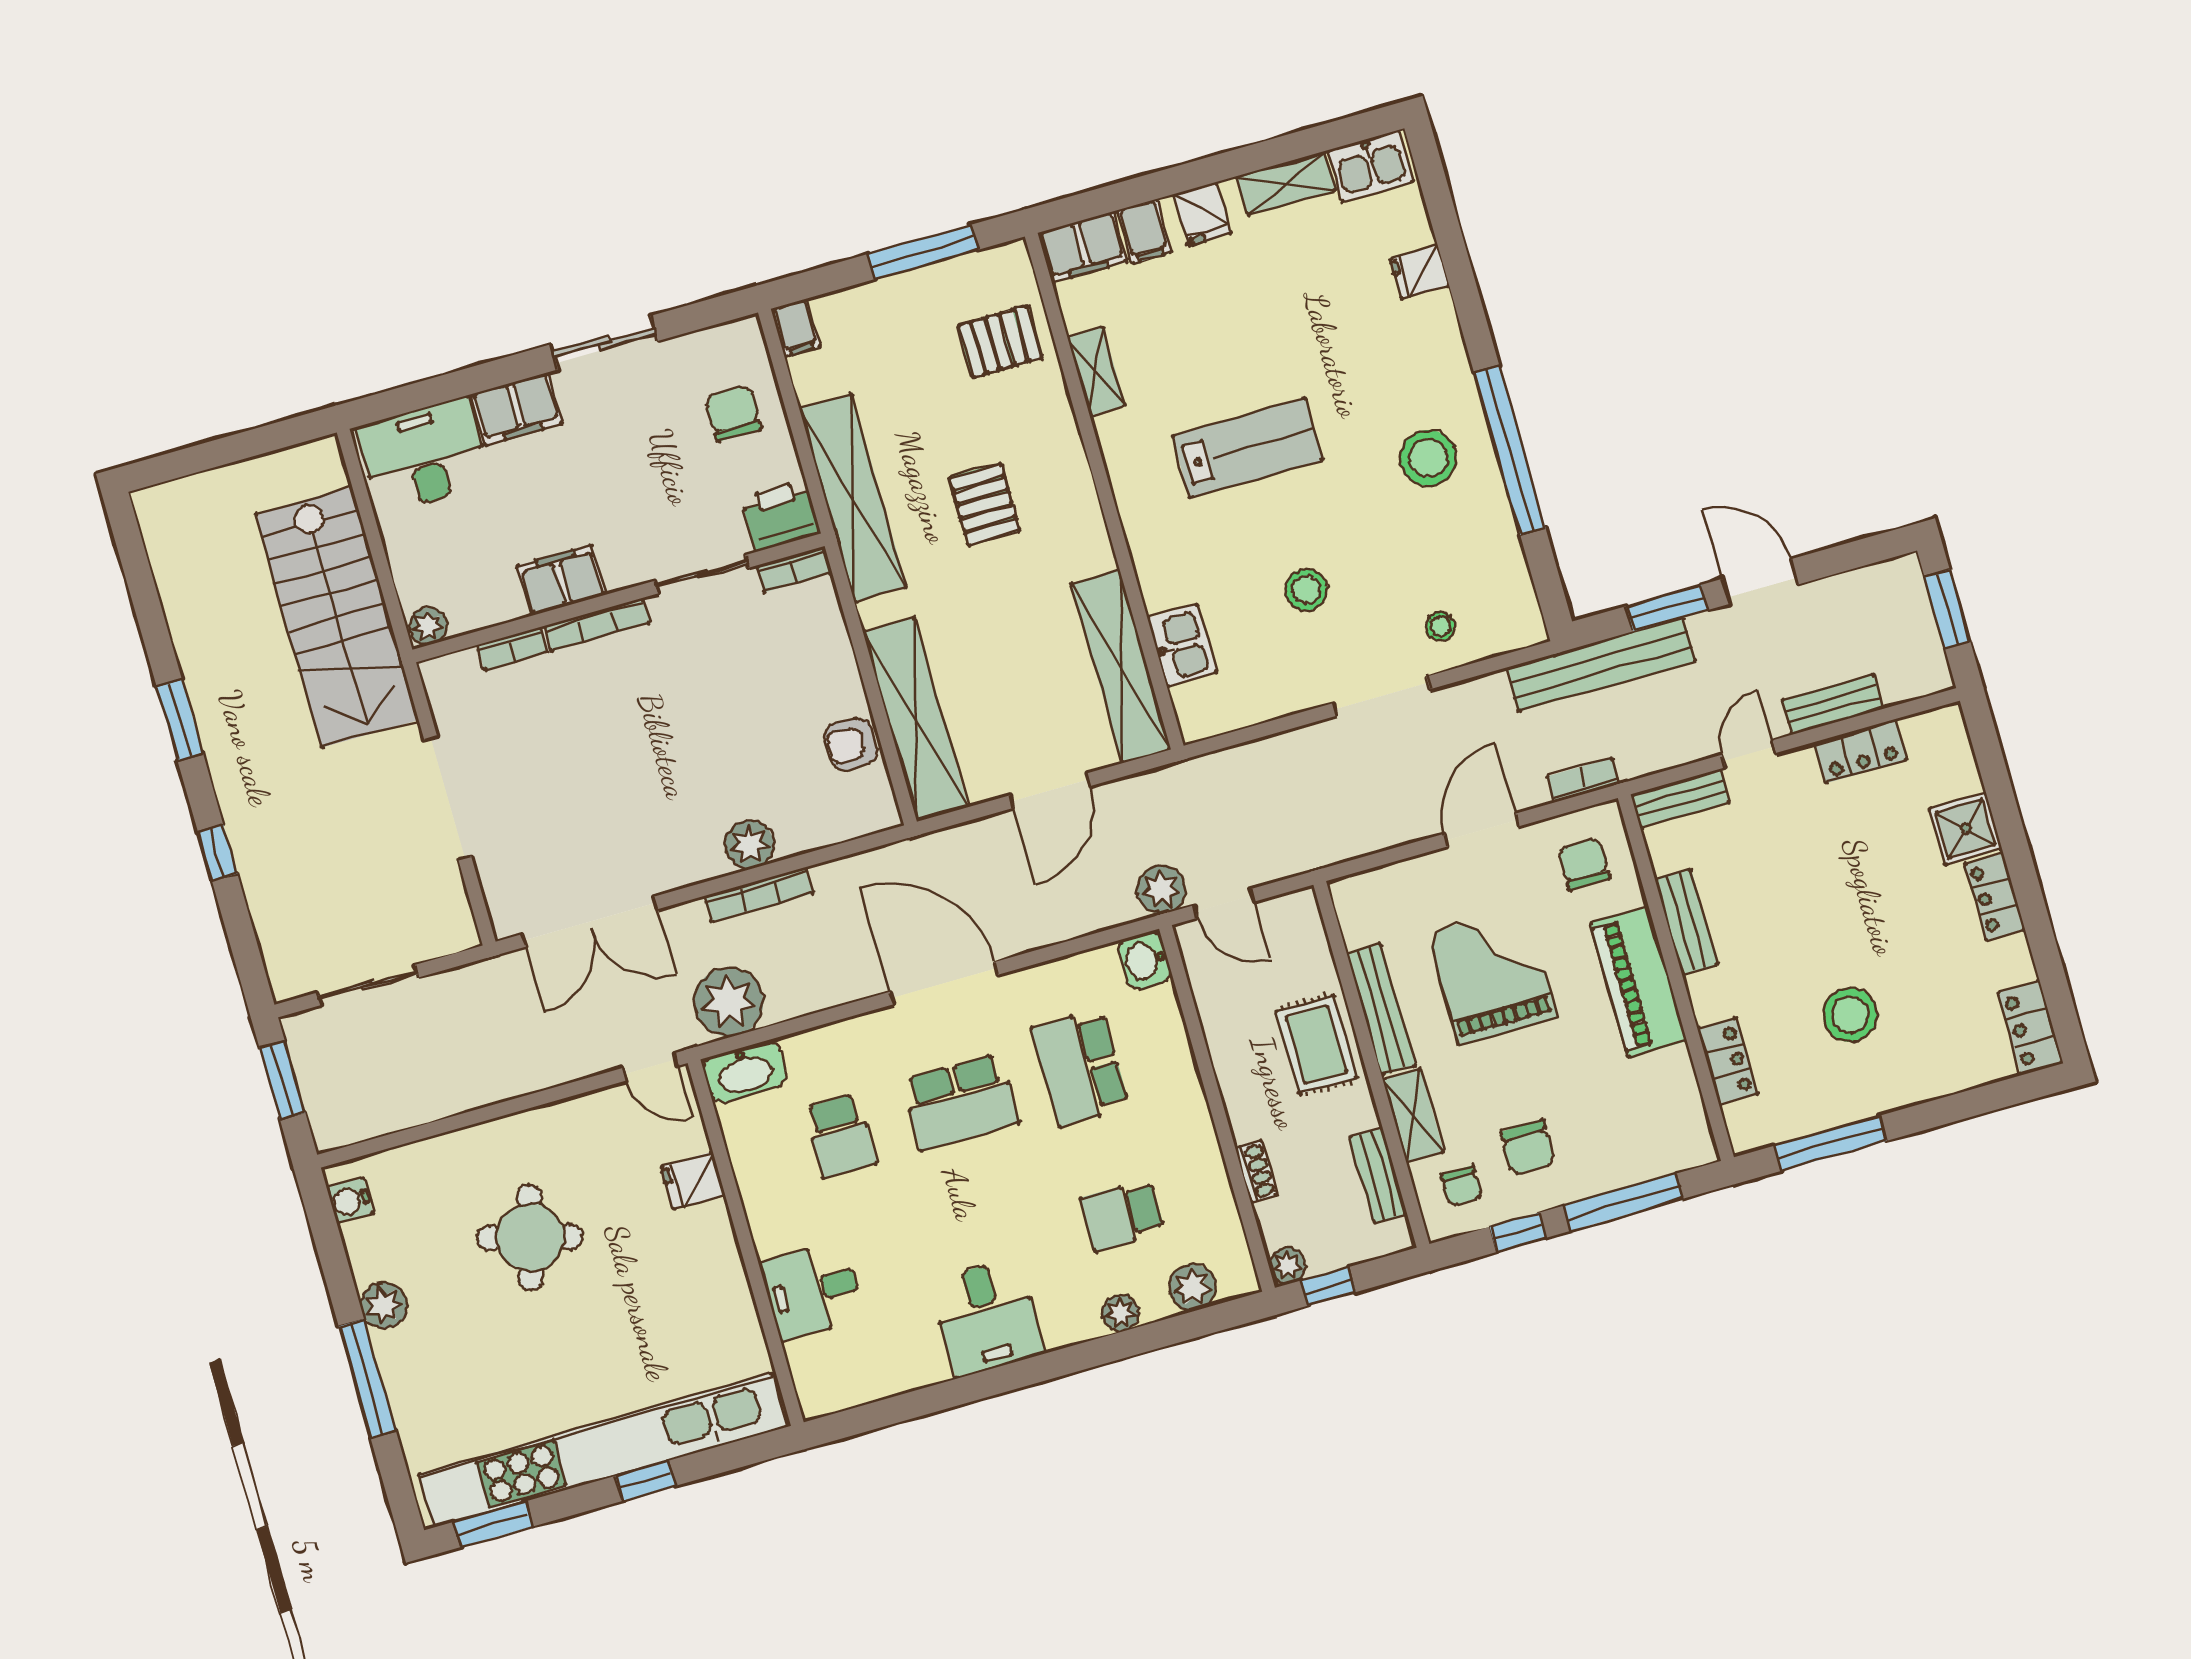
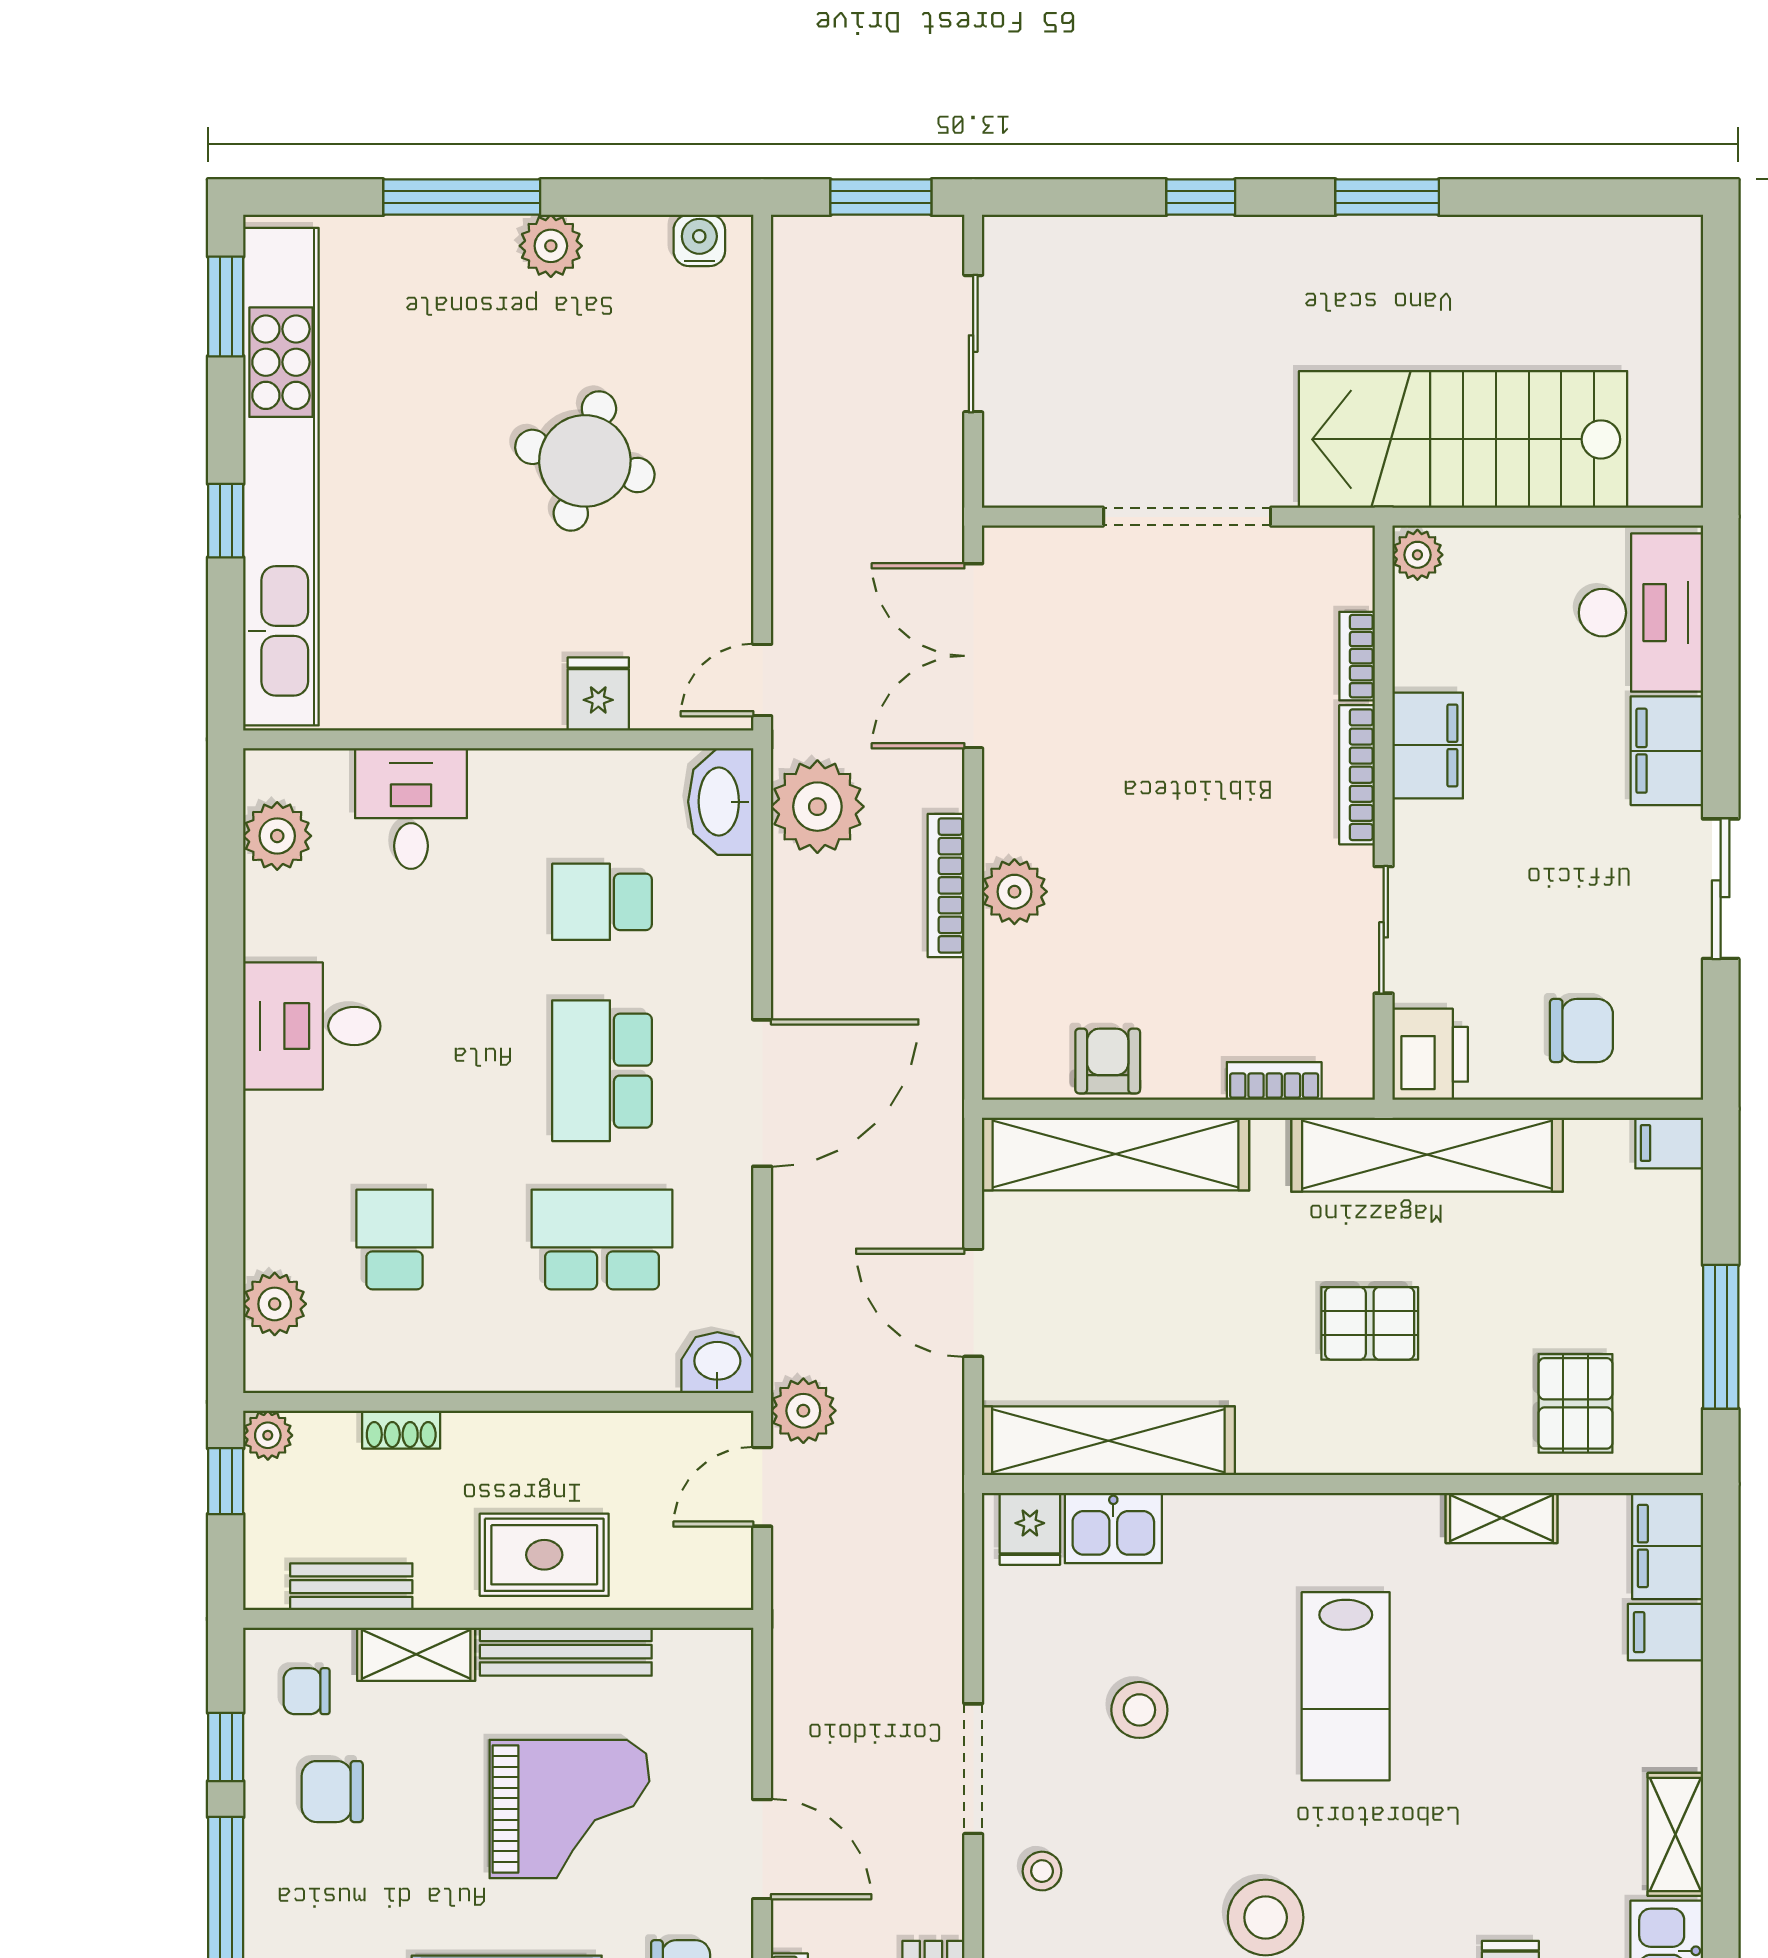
fridge: (1202, 214) -> (1030, 1529), moved, turned -90
bookcase: (794, 569) -> (1274, 1081), moved, turned 90
plant: (1121, 1313) -> (277, 836), moved, width x1.38, depth x1.38

